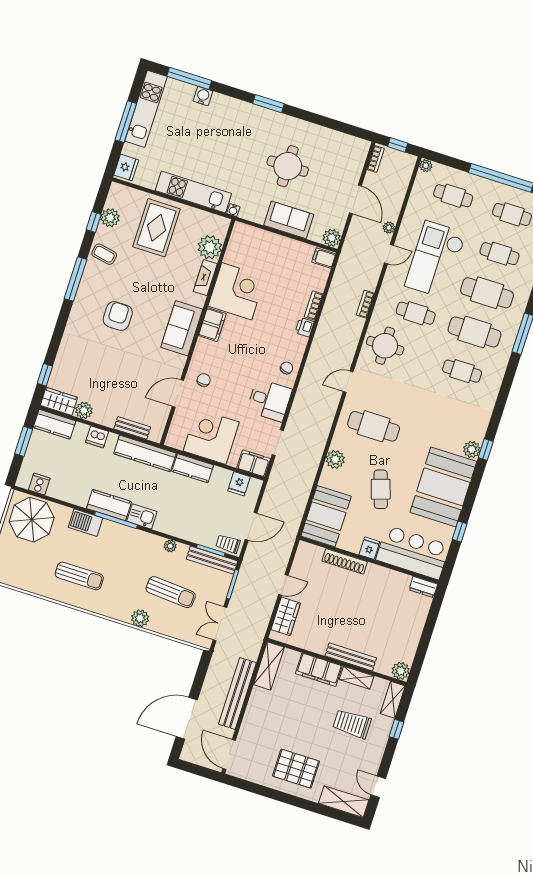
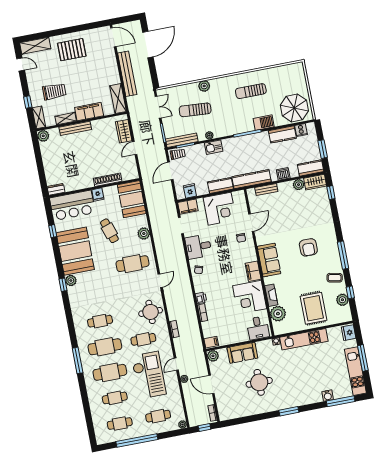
desk: (248, 243) -> (258, 328), added
kitchen counter: (109, 505) -> (282, 134), moved
kitchen sink: (142, 516) -> (214, 147), moved

